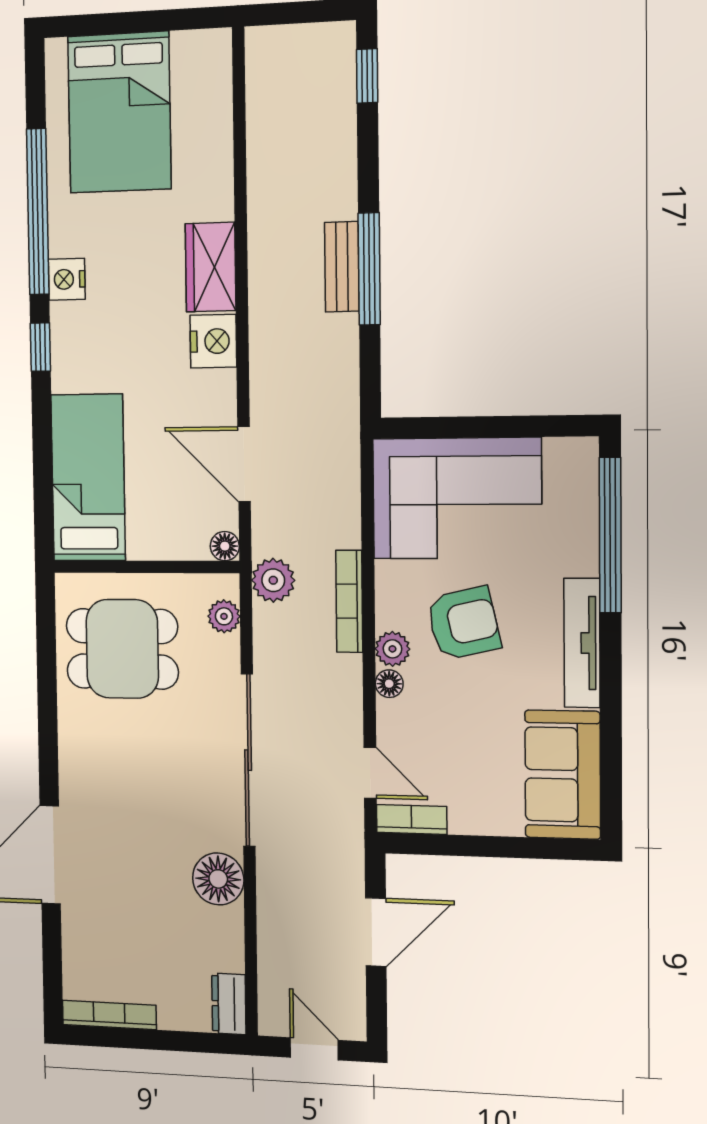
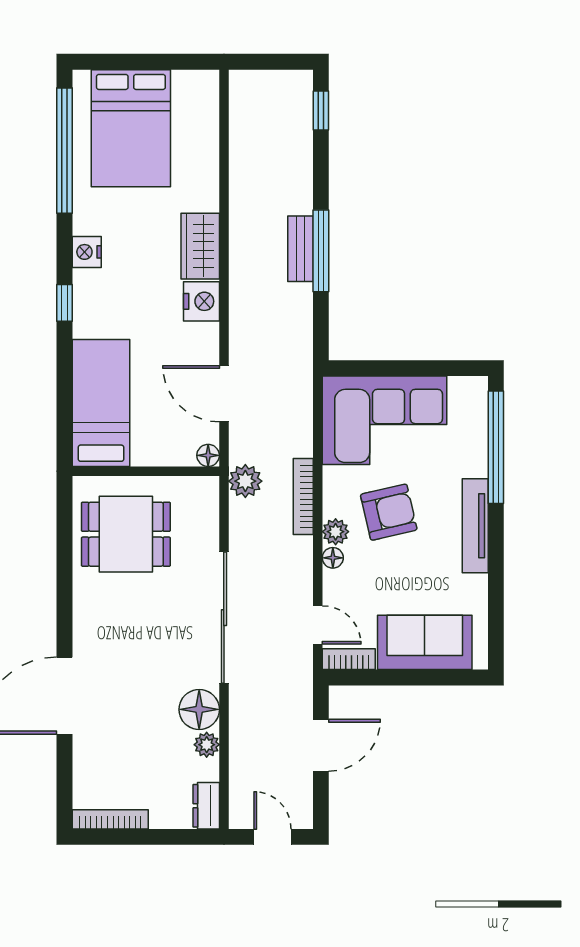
window: (38, 212) -> (65, 151), moved
plant: (224, 616) -> (207, 745), moved
sofa: (563, 775) -> (425, 642), moved, turned 90

